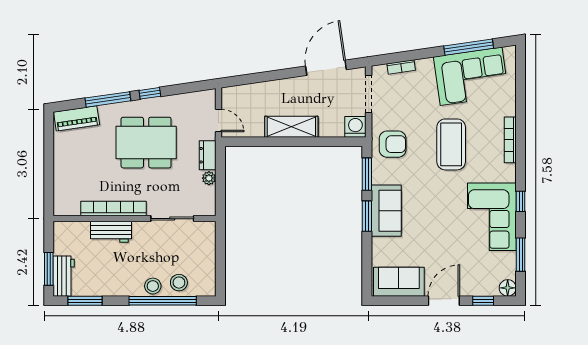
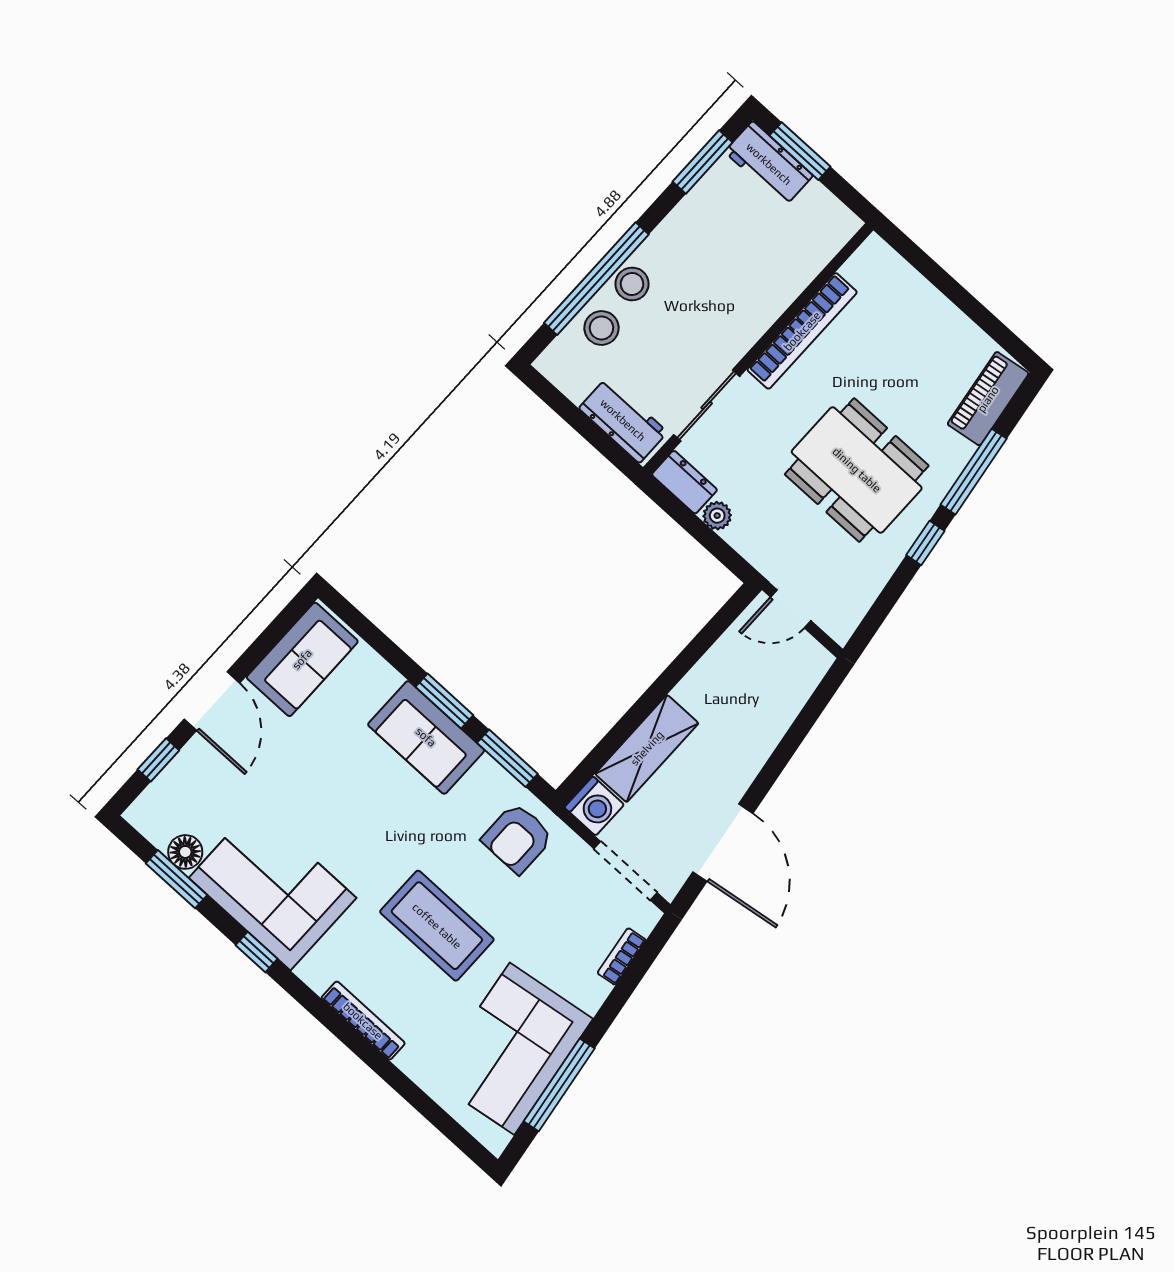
shelving: (291, 127) -> (647, 748), moved
dining table: (146, 143) -> (857, 470), turned 90
dresser: (208, 155) -> (684, 482), moved
workbench: (111, 232) -> (623, 420), moved, turned 90
floor lamp: (508, 288) -> (185, 852), moved

